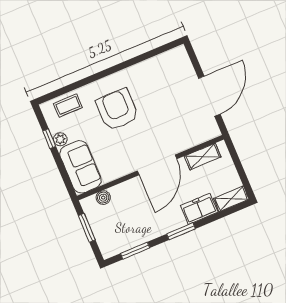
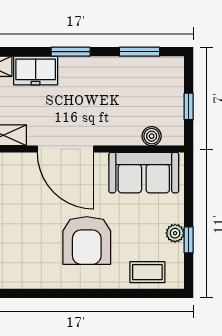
door: (157, 165) -> (66, 149), swing flipped
sofa: (81, 167) -> (144, 173), moved, turned -90
window: (87, 228) -> (189, 106), width x0.67

